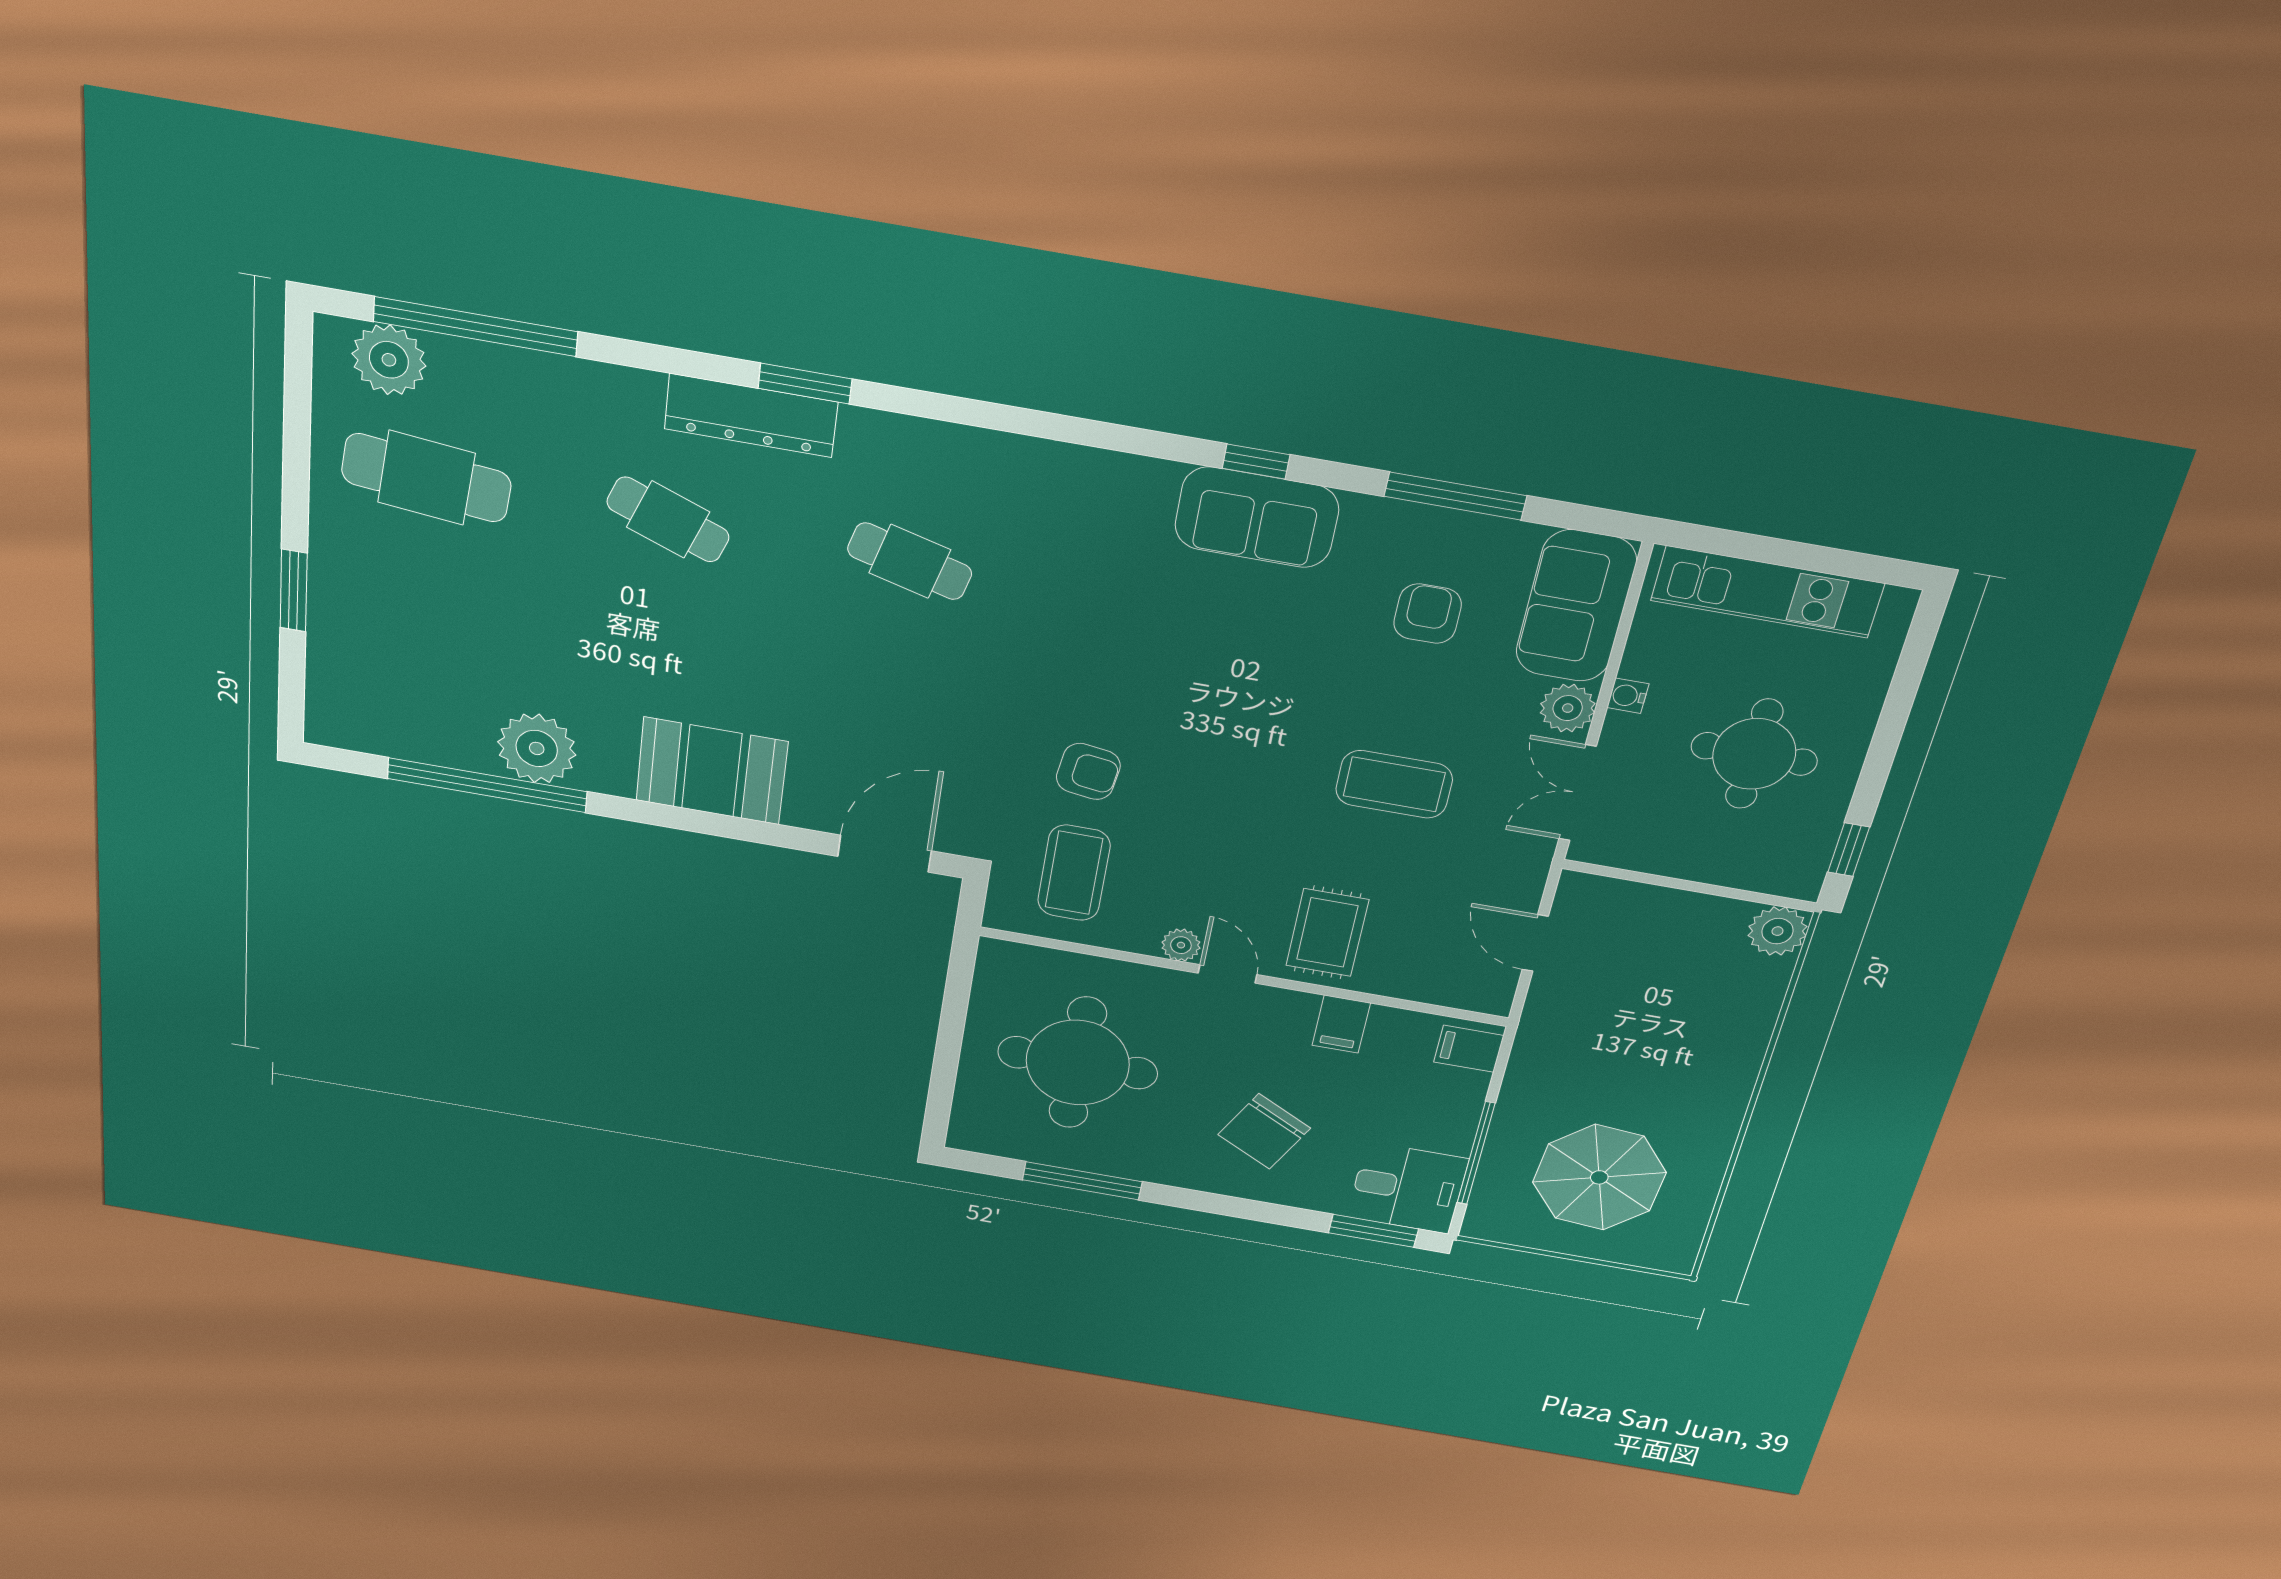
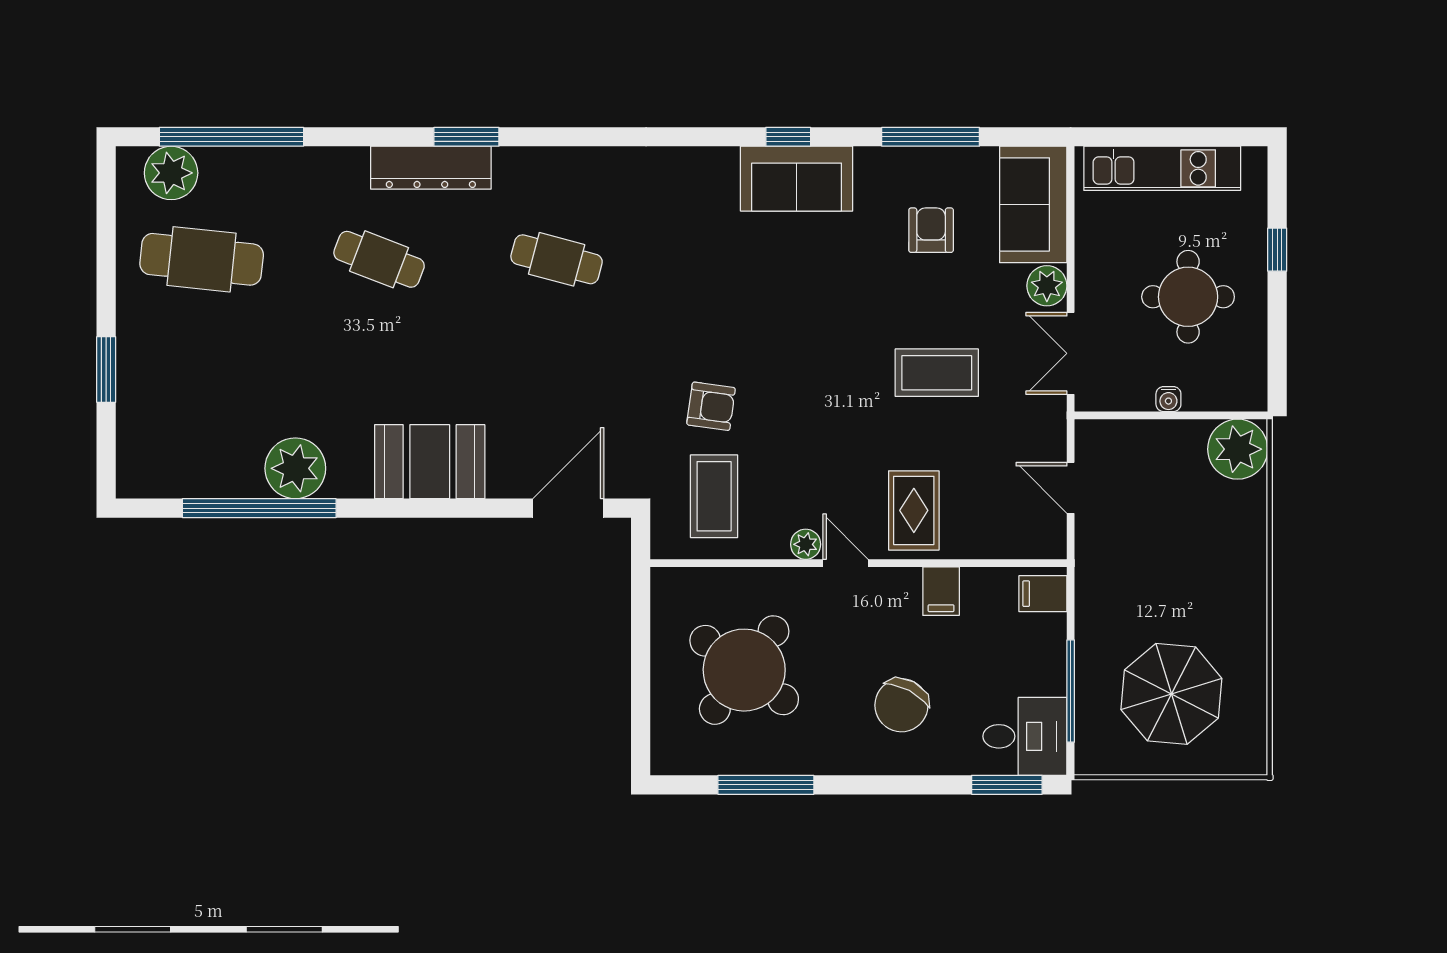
water cooler: (1628, 696) -> (1168, 399), moved, turned -90
window: (1849, 850) -> (1277, 250), moved
plant: (1777, 931) -> (1238, 449), width x1.36, depth x1.36
round table: (1078, 1063) -> (744, 670), turned 37

